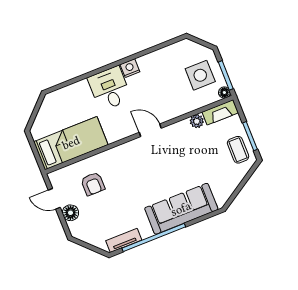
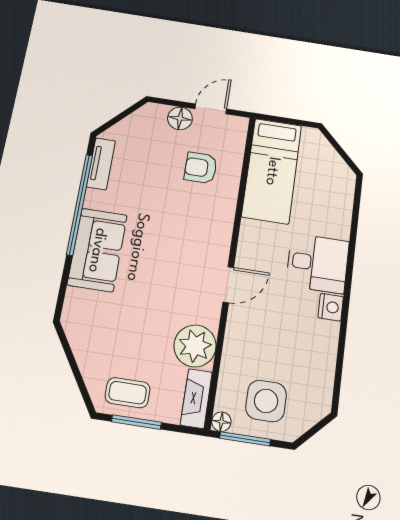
plant: (197, 121) -> (195, 346), width x1.88, depth x1.88
sofa: (181, 209) -> (97, 250), width x0.73

